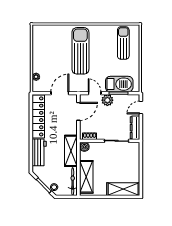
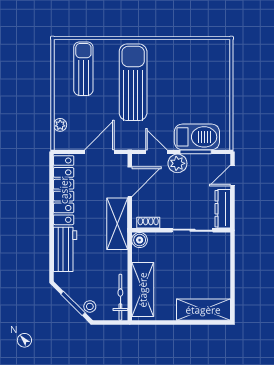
sun lounger: (123, 43) -> (83, 69), moved
shelving: (71, 151) -> (117, 224), moved

